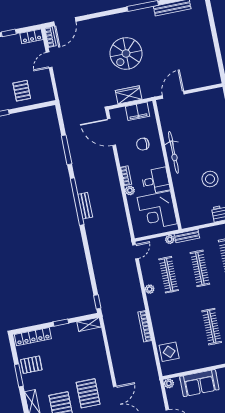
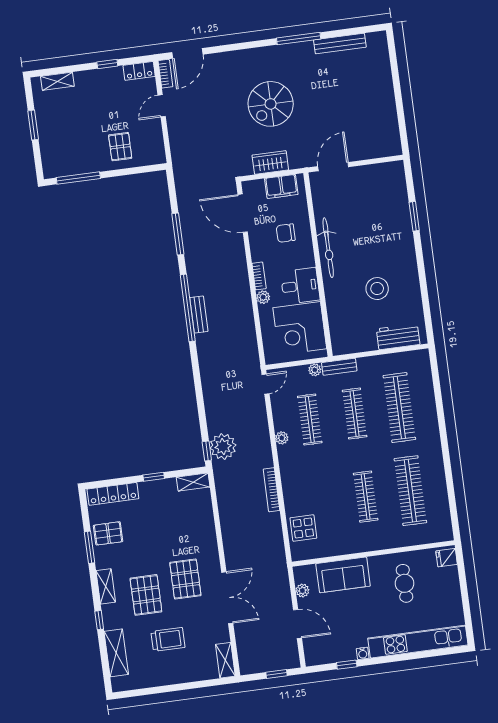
plant: (108, 298) -> (223, 447), added
plant: (169, 383) -> (302, 591), moved

